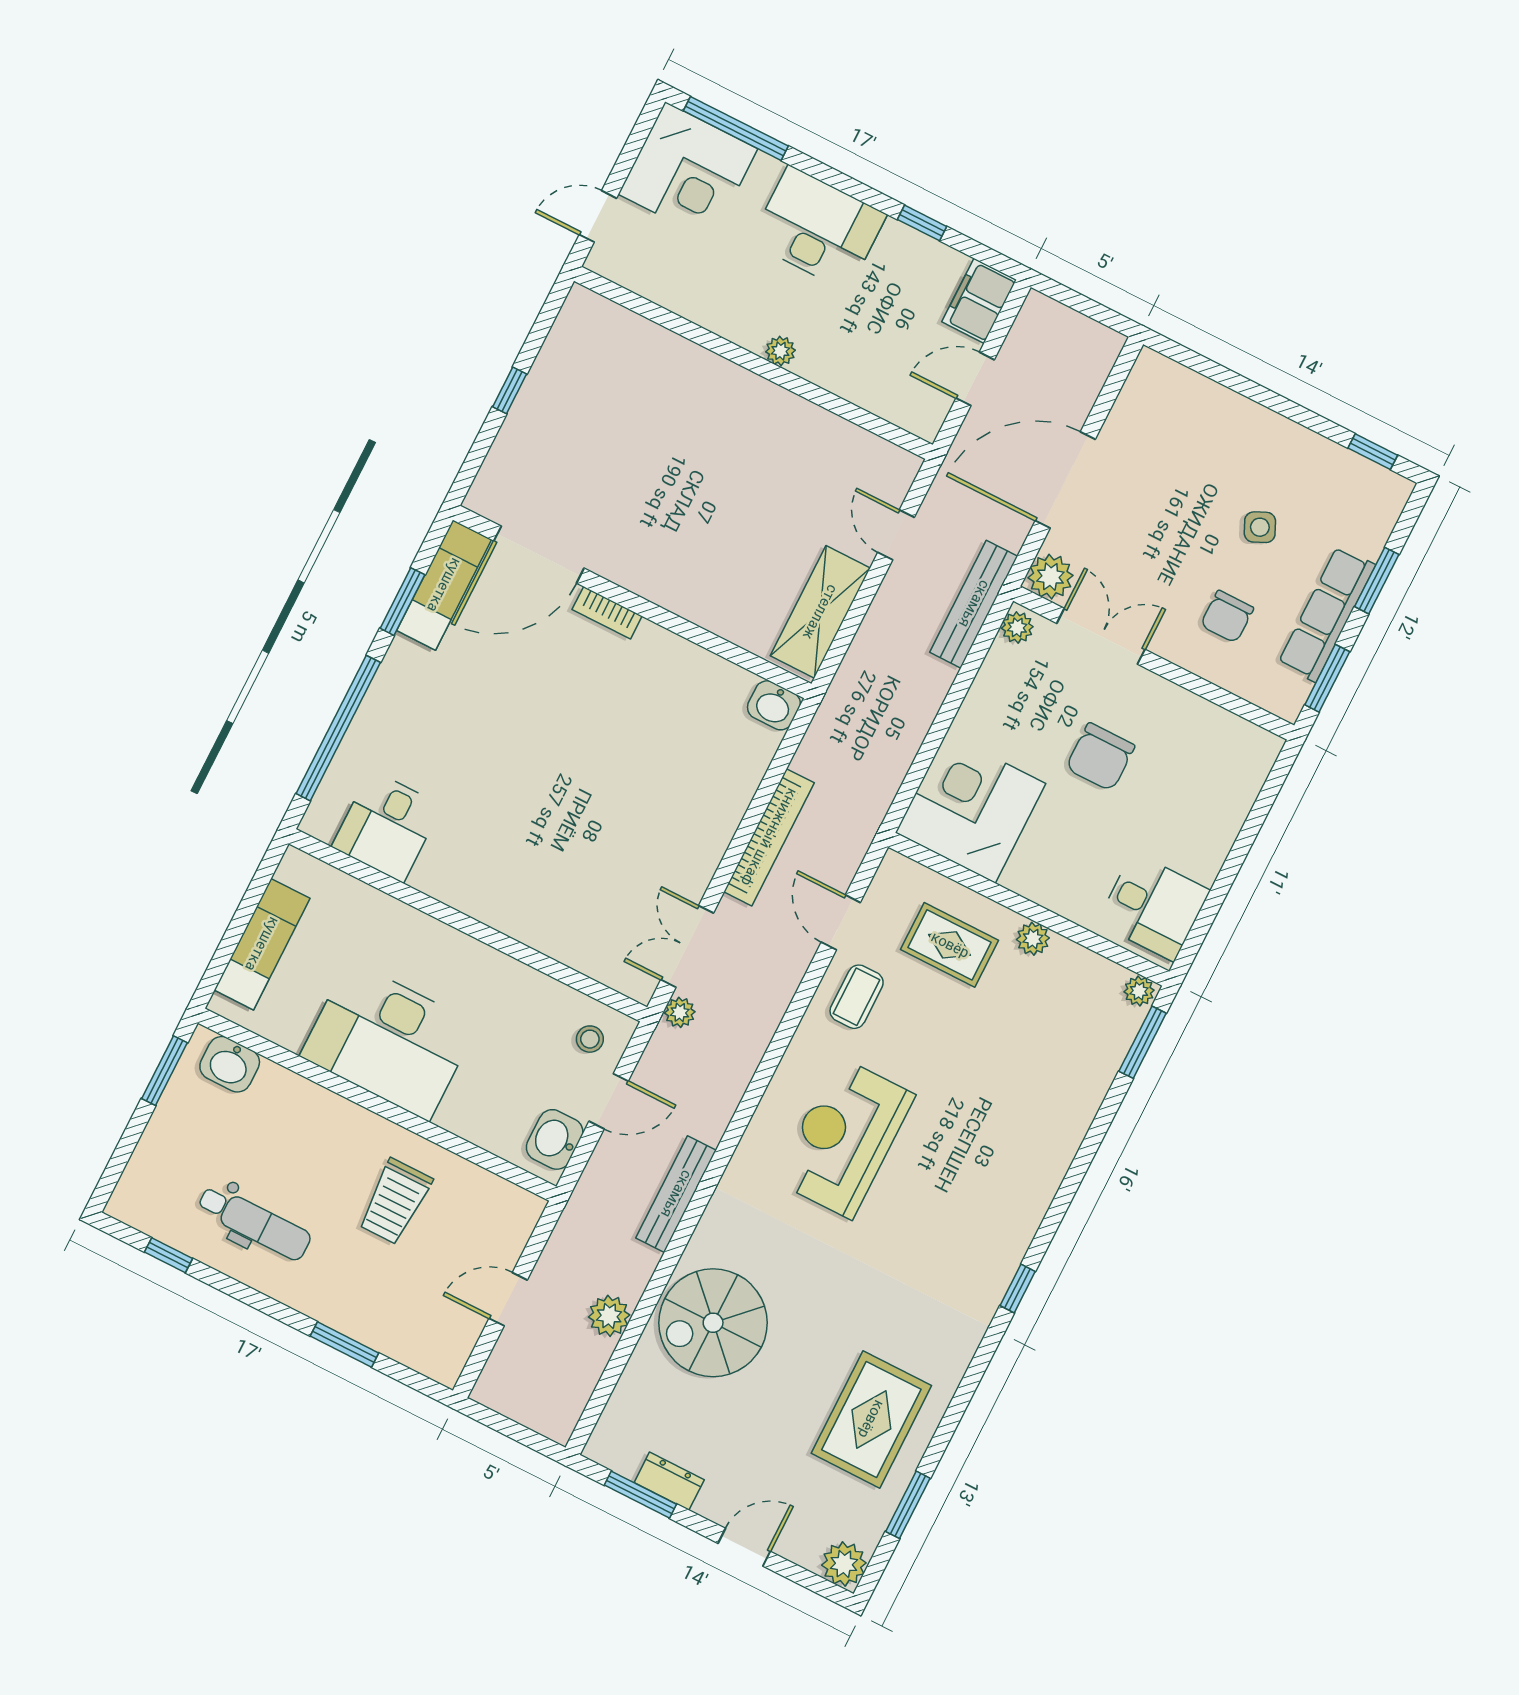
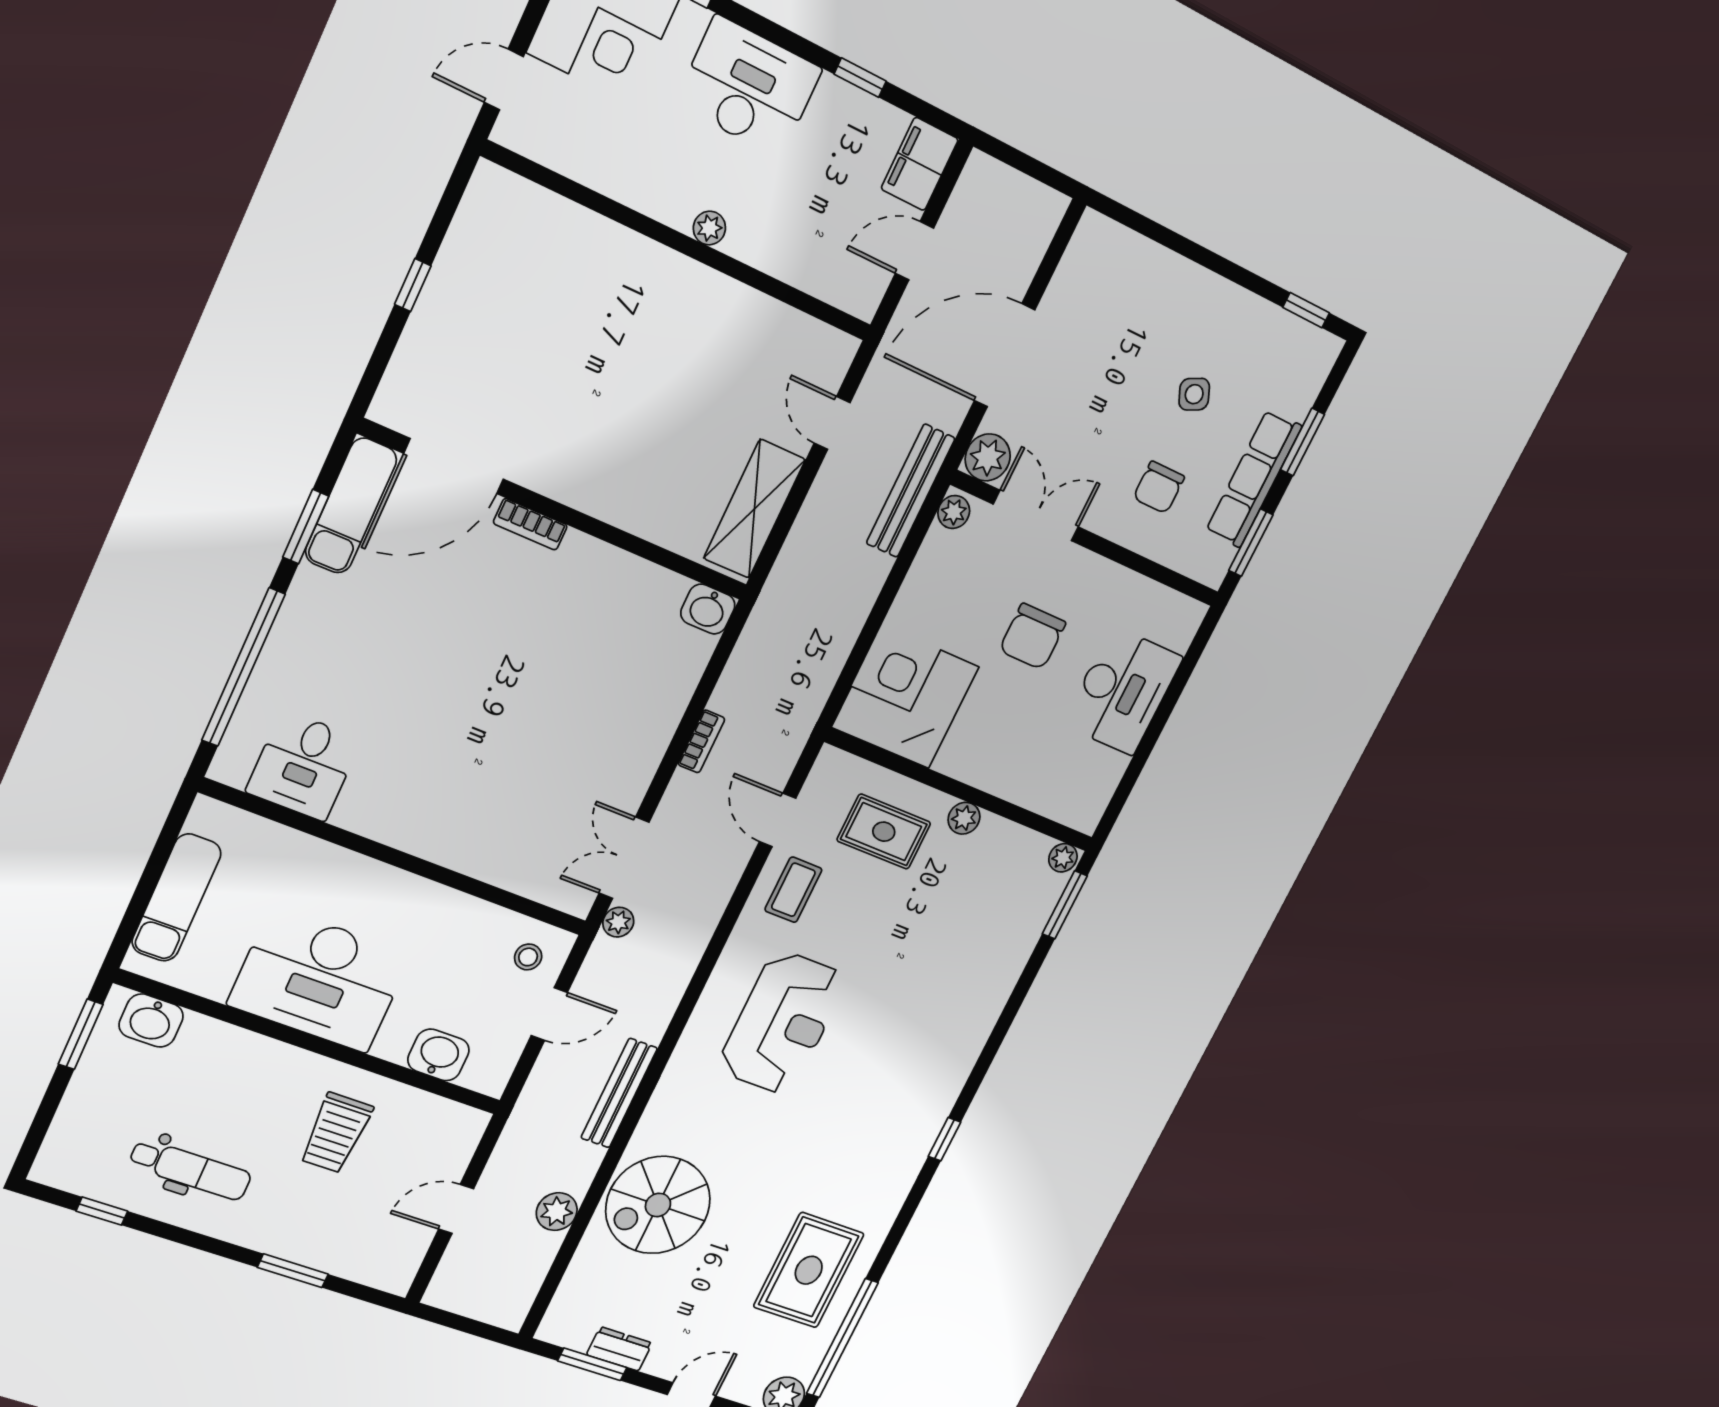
bookcase: (769, 837) -> (701, 741), width x0.43, depth x0.76
desk: (1153, 907) -> (1123, 691), moved, width x1.37
reception desk: (845, 1138) -> (782, 1023), turned 180
washbasin: (555, 1139) -> (438, 1055), moved, turned 90
window: (908, 1505) -> (842, 1338), width x2.11

